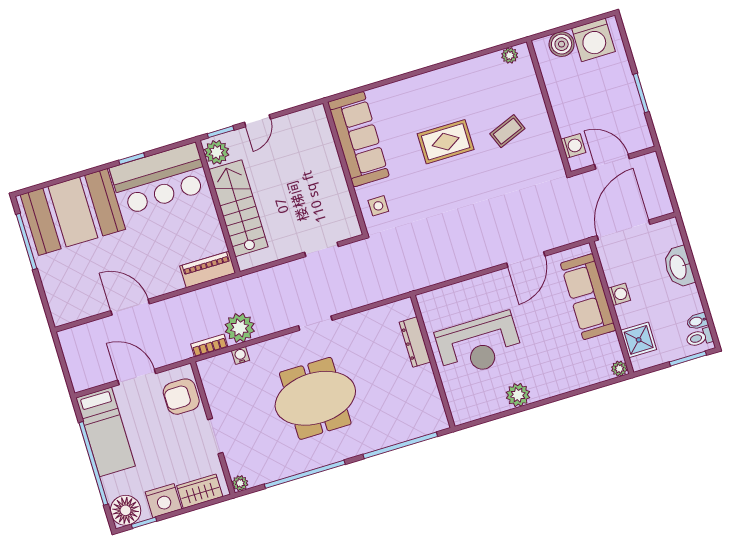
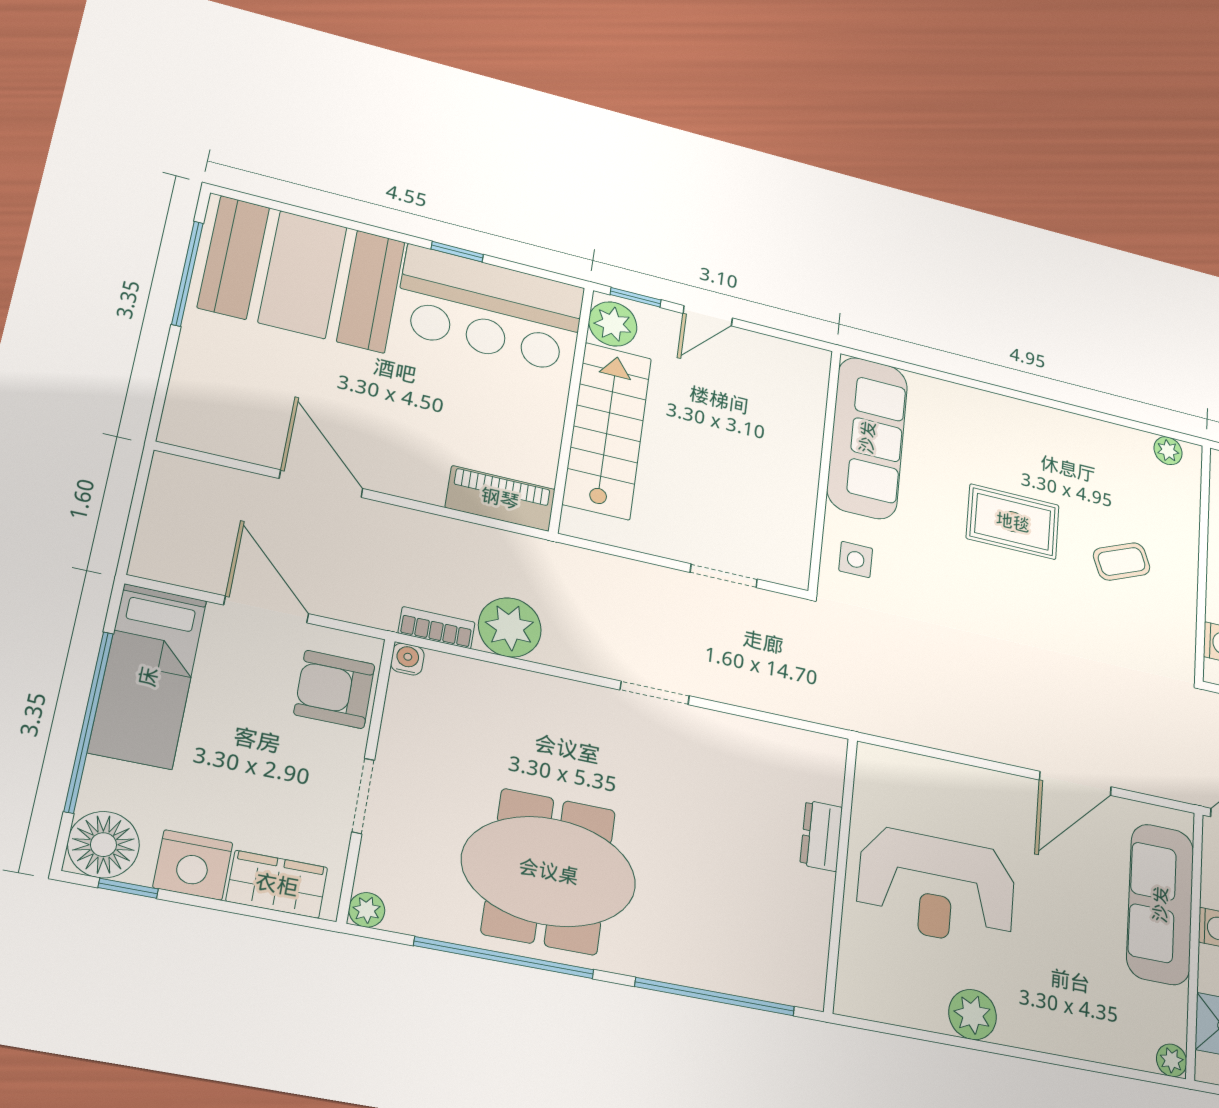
dresser: (415, 342) -> (821, 836), width x0.70
water cooler: (241, 356) -> (407, 659), moved
meeting table: (315, 398) -> (549, 871), moved

